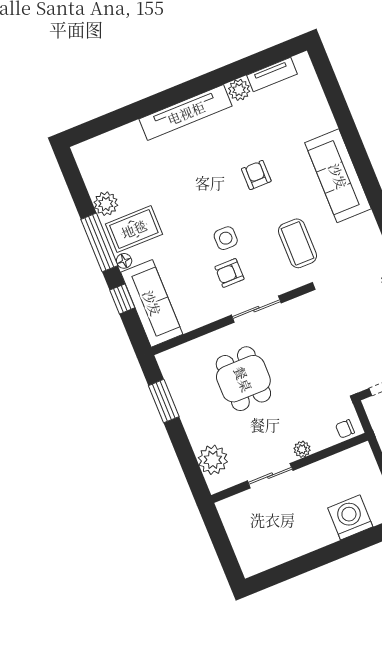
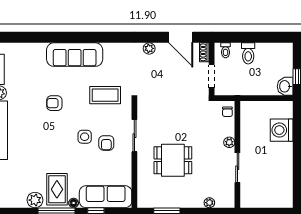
plant: (213, 460) -> (209, 203), width x0.53, depth x0.53

